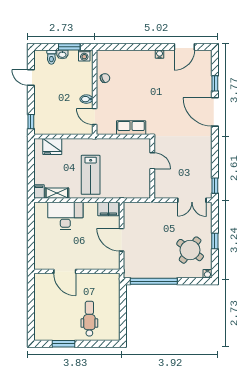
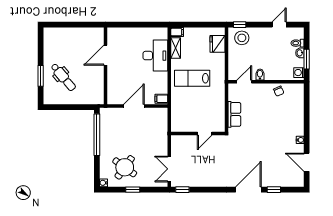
stool: (46, 119) -> (242, 38), added
filing cabinet: (108, 209) -> (161, 99), width x0.50
dental chair: (89, 319) -> (63, 77), turned 50
window: (63, 344) -> (41, 76), moved

